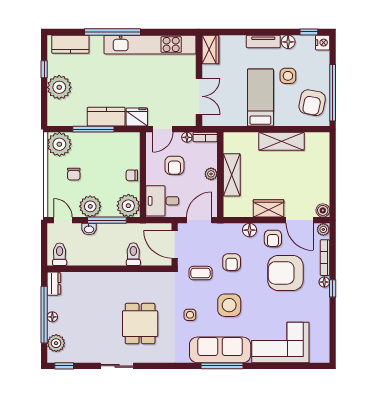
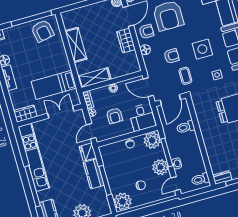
side table: (288, 76) -> (28, 53), removed
bed: (260, 97) -> (54, 85), moved
armchair: (312, 103) -> (43, 31), turned 68
door: (163, 129) -> (91, 131), swing flipped
armchair: (174, 165) -> (114, 116), turned 90
shelving: (232, 175) -> (94, 78), moved

